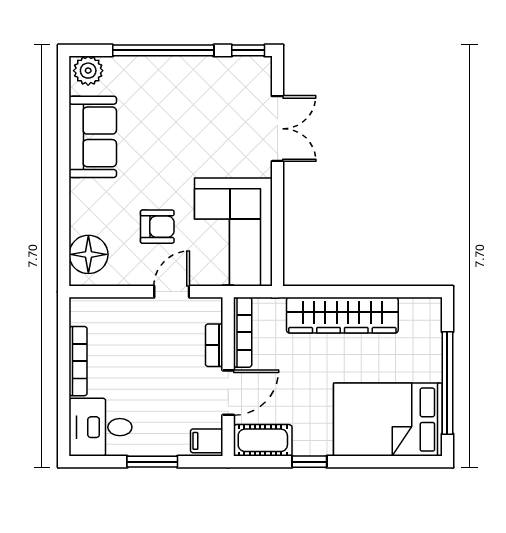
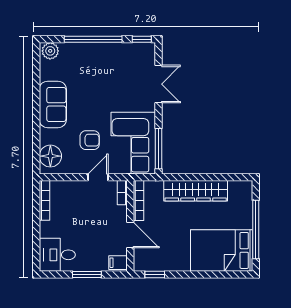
sofa: (93, 137) -> (53, 104), moved
window: (278, 242) -> (159, 149), added
bookcase: (214, 345) -> (122, 193), moved
bookcase: (78, 361) -> (44, 200), moved
door: (228, 393) -> (130, 235), hinge flipped
cot: (263, 440) -> (150, 262), removed
window: (309, 462) -> (155, 275), moved

